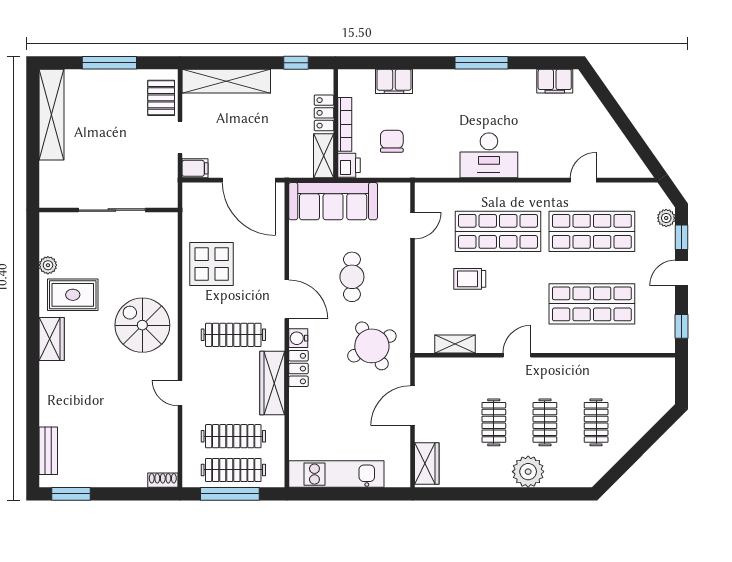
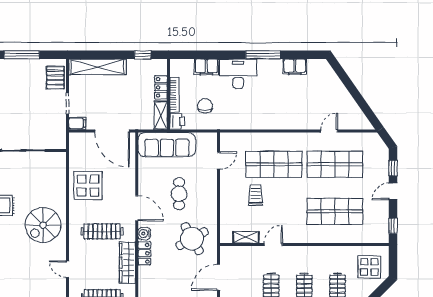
filing cabinet: (555, 81) -> (295, 67), moved
desk: (489, 155) -> (238, 74), moved, turned 180
plant: (666, 218) -> (383, 156), removed
trolley: (470, 279) -> (256, 195), turned 90
spiral stairs: (142, 325) -> (43, 225), turned -90
door: (517, 355) -> (273, 245), moved
display table: (645, 390) -> (369, 267), added

